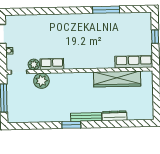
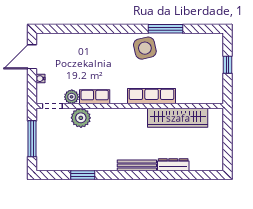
side table: (90, 25) -> (145, 48), added
row of seats: (134, 62) -> (152, 96), moved
window: (71, 125) -> (83, 175), moved

